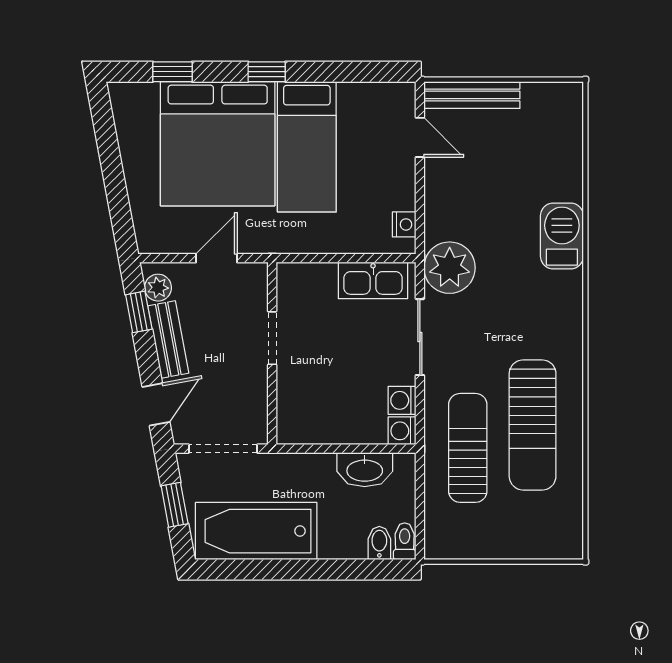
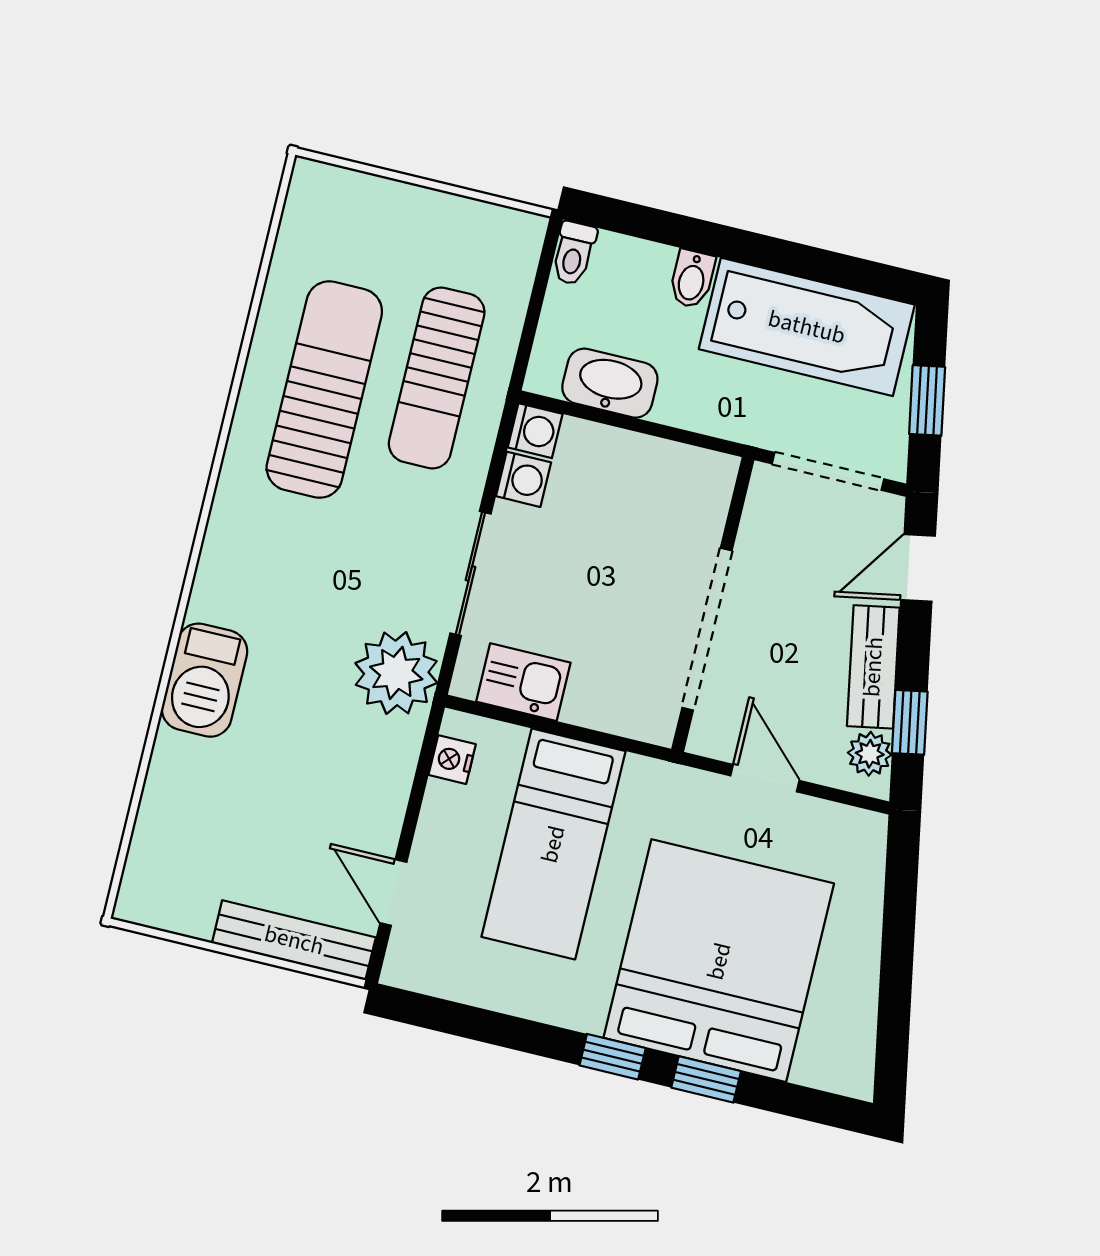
window: (173, 72) -> (706, 1079), moved
bed: (307, 147) -> (553, 844), moved, turned 180
door: (216, 258) -> (765, 778), swing flipped
kitchen sink: (373, 280) -> (523, 682), width x0.73
doorway: (272, 338) -> (707, 629), width x1.88
bidet: (379, 543) -> (692, 279), moved

